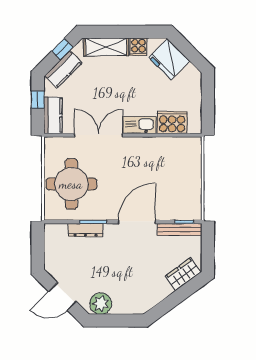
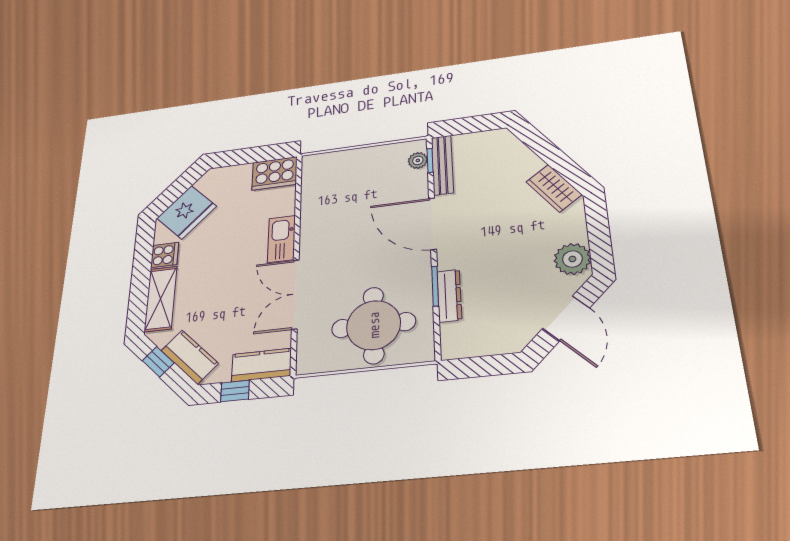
cooker: (172, 123) -> (275, 173), moved, turned -90
plant: (186, 214) -> (418, 160), added
wardrobe: (183, 274) -> (554, 188), moved

